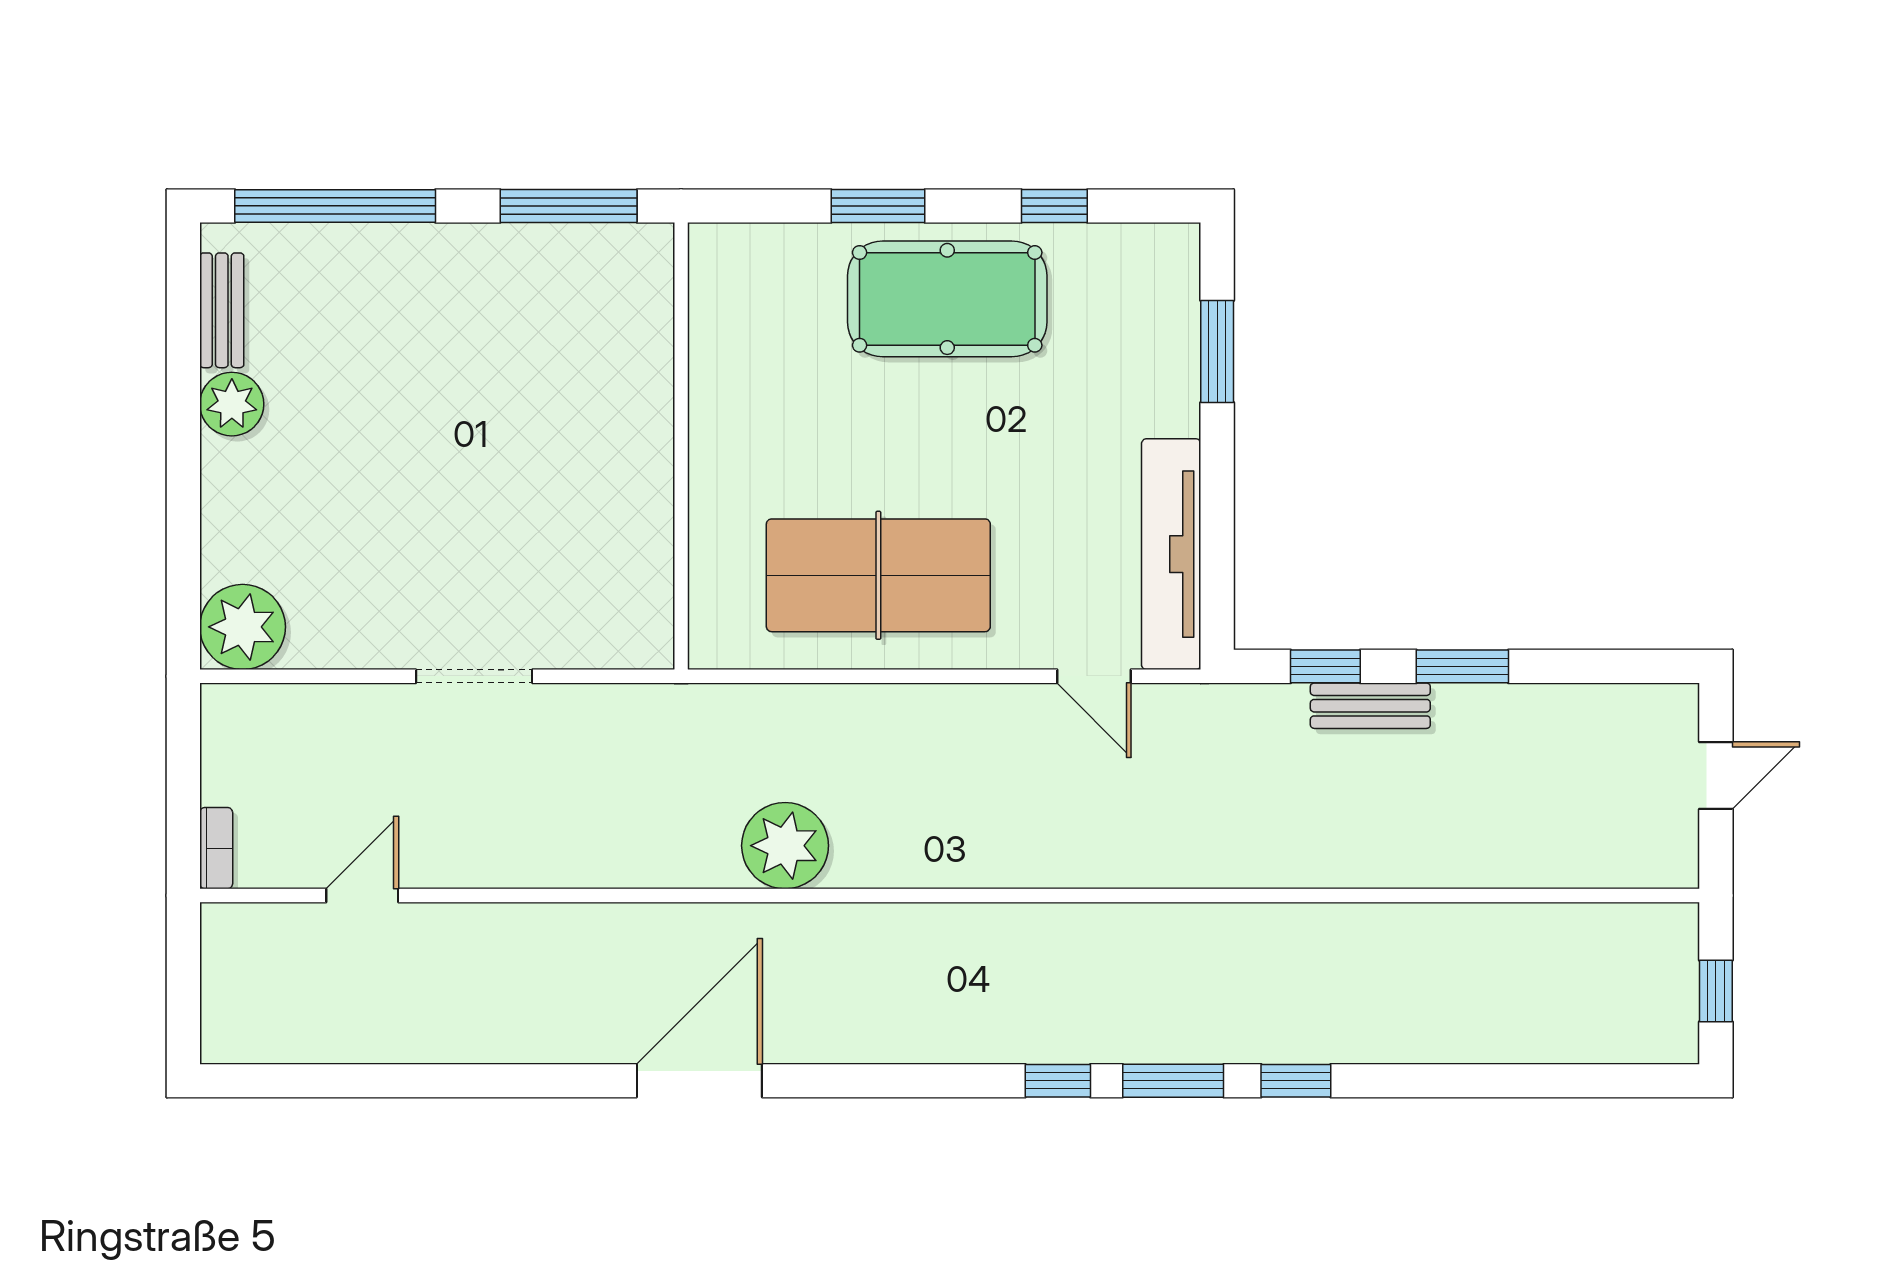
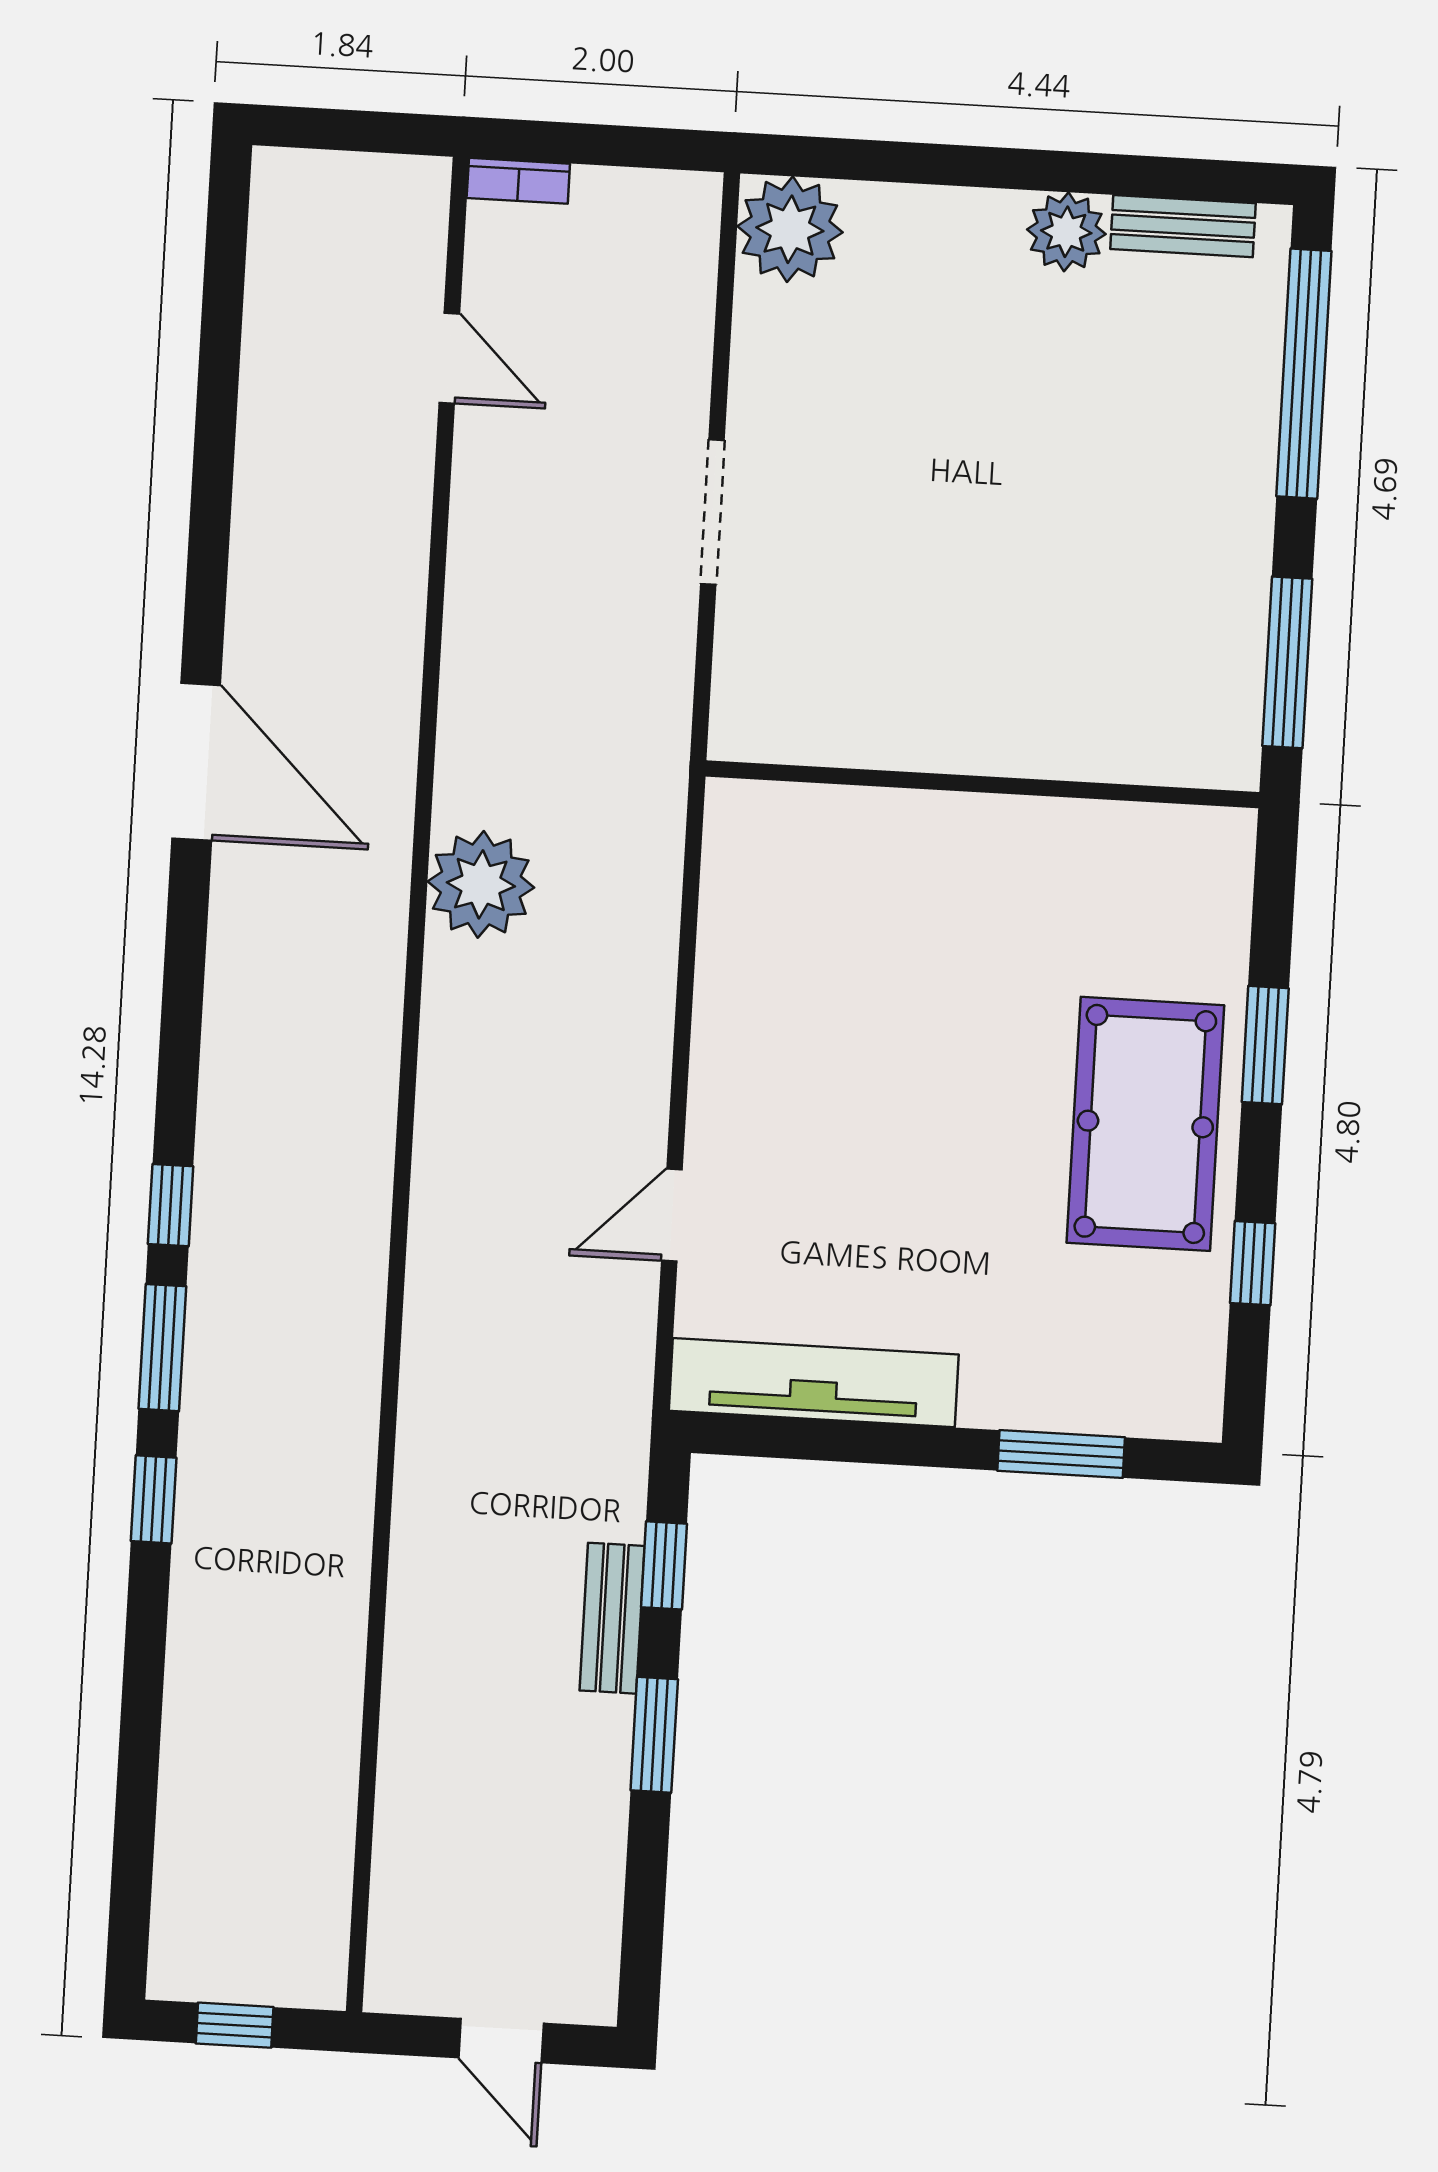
table tennis table: (878, 575) -> (808, 1019), removed
door: (1094, 676) -> (672, 1215), moved

